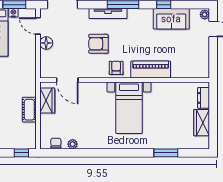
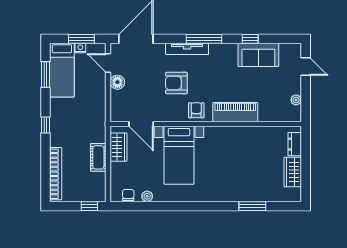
plant: (205, 15) -> (296, 100), moved
bed with nightstands: (129, 108) -> (179, 155), moved

